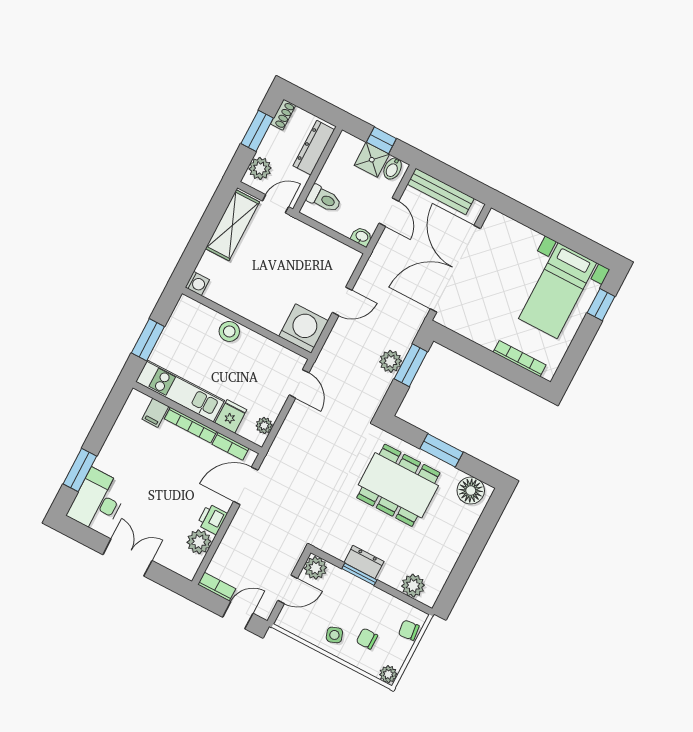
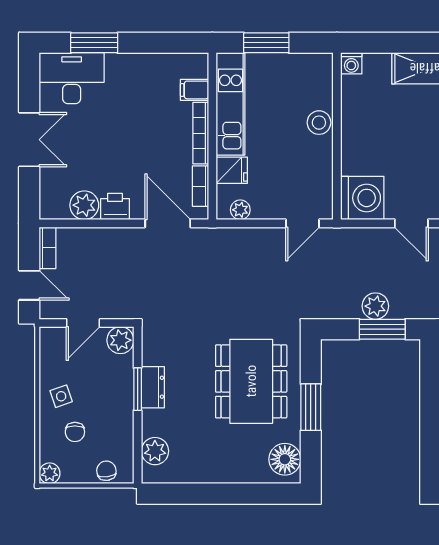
door: (288, 589) -> (83, 323), hinge flipped
chair: (367, 639) -> (75, 432), turned 180

